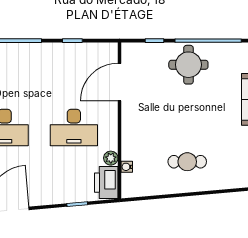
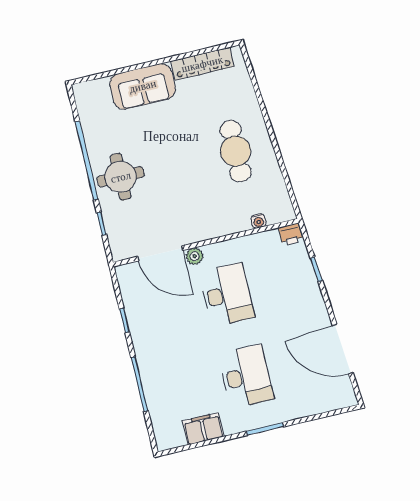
plant: (111, 158) -> (195, 256), moved
cafe table: (187, 162) -> (235, 151), width x1.37, depth x1.35
printer: (106, 183) -> (291, 234), width x0.53, depth x0.68

